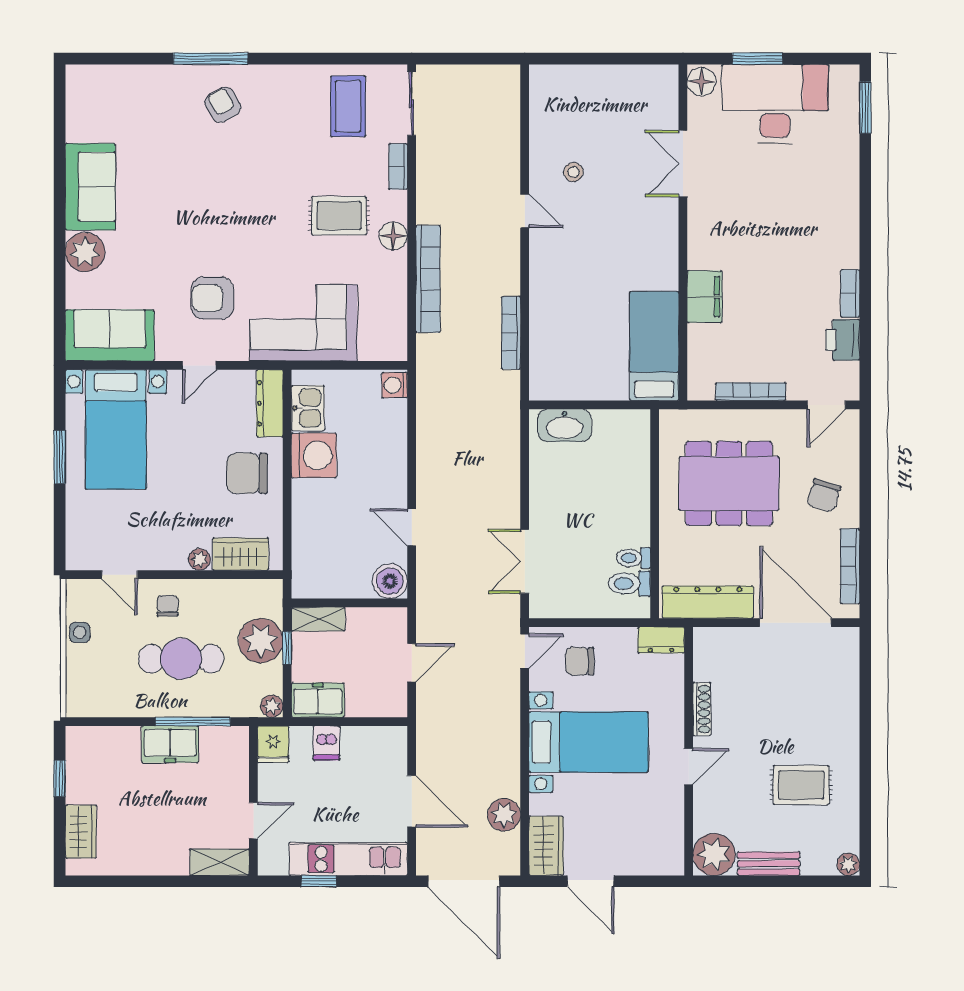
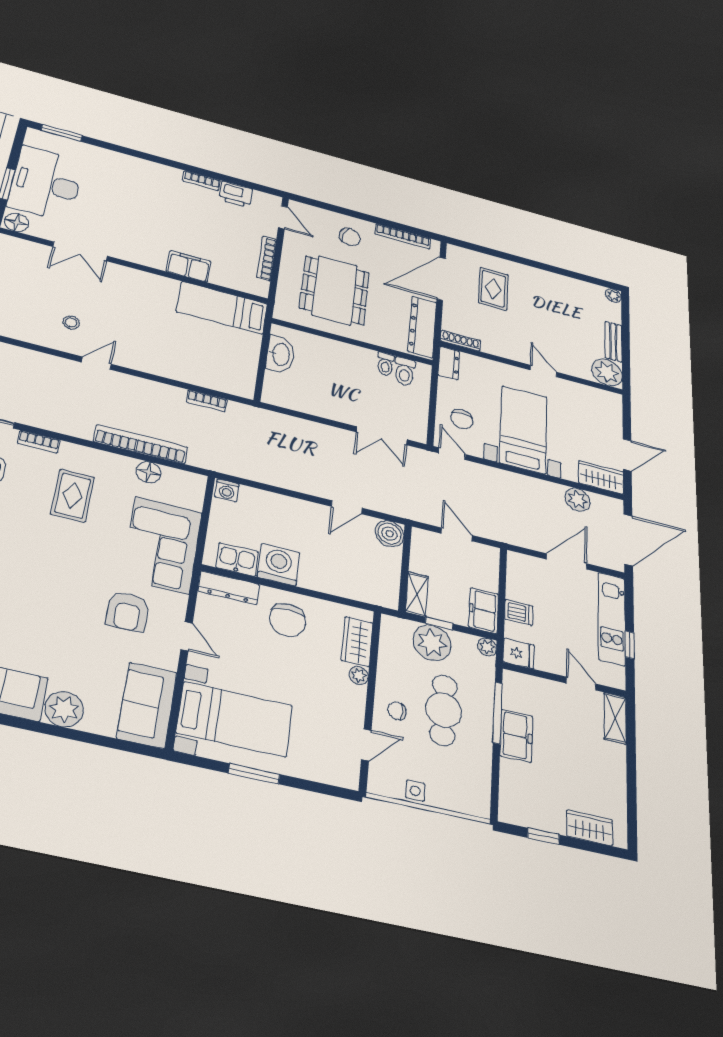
floor lamp: (393, 236) -> (149, 472), moved
bookcase: (511, 333) -> (207, 401), width x0.64
washbasin: (565, 425) -> (280, 354), moved
shoe rack: (702, 709) -> (461, 341), moved
rug: (801, 785) -> (493, 289), moved

